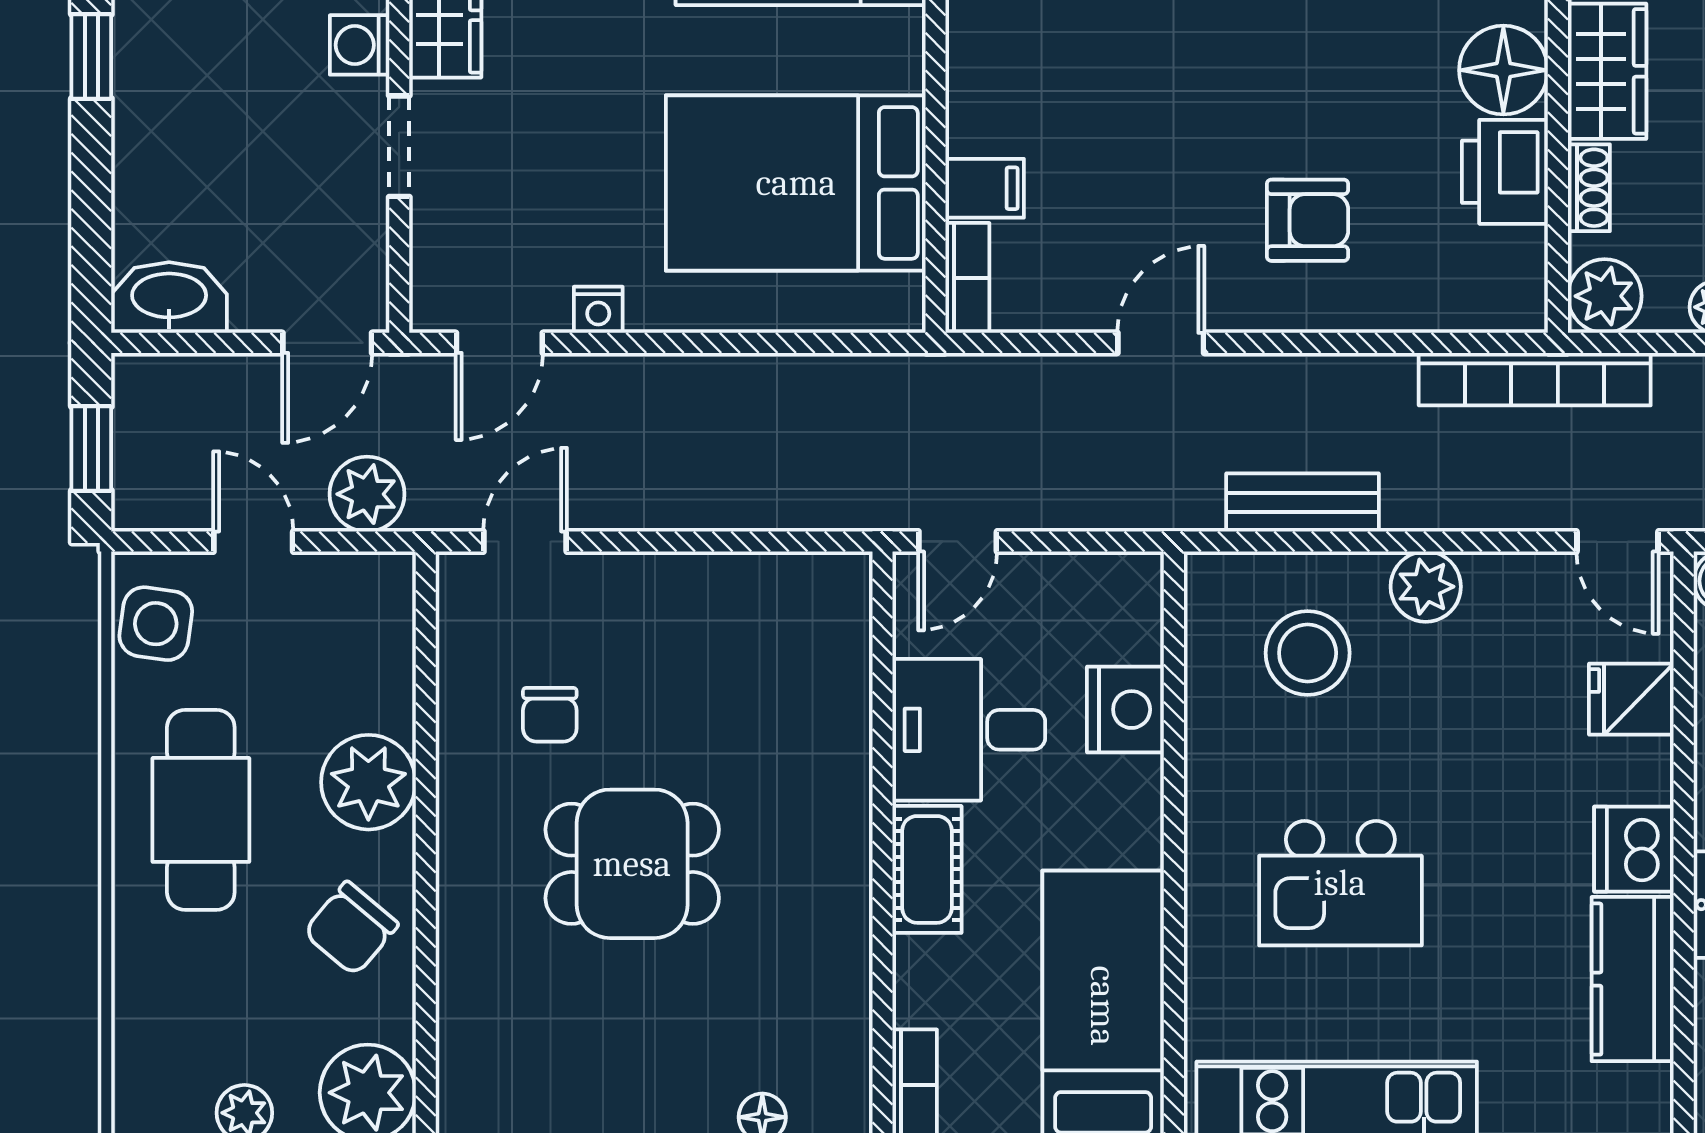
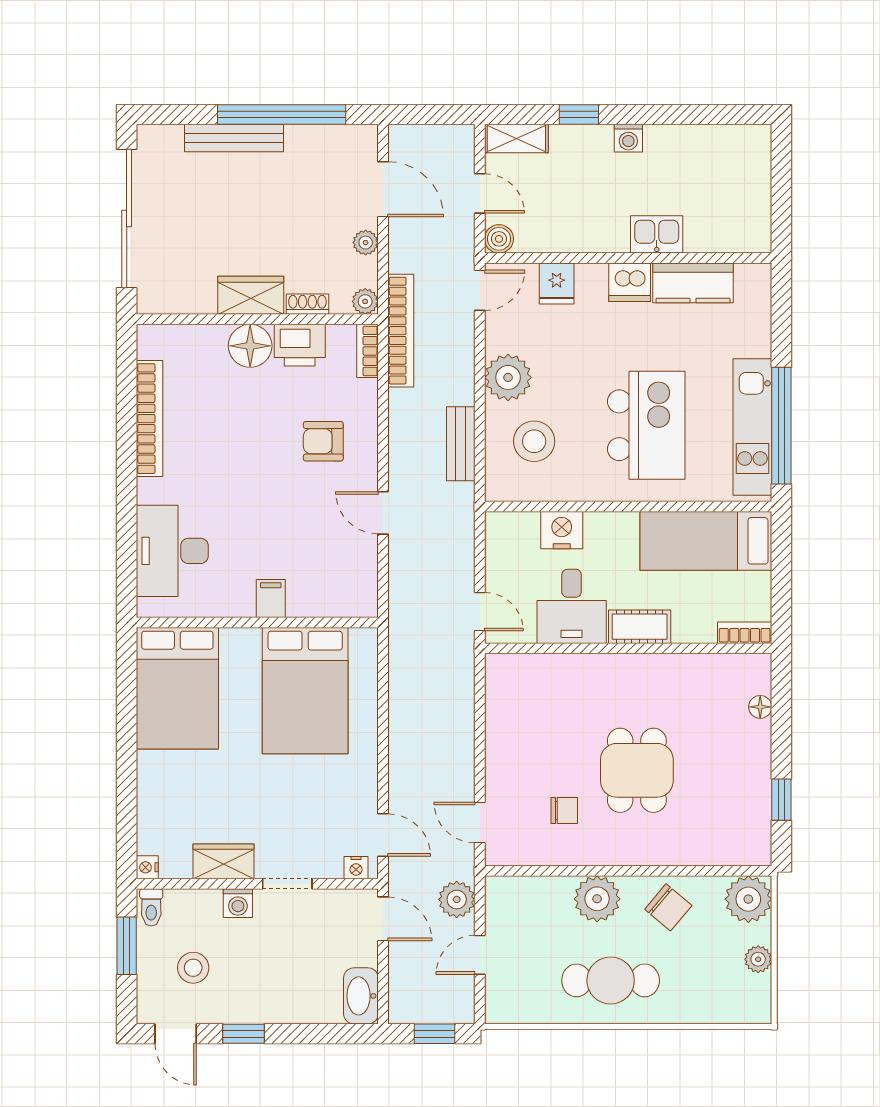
filing cabinet: (985, 188) -> (271, 599), moved
armchair: (1308, 220) -> (323, 441), turned -90
bookcase: (967, 278) -> (367, 351), moved, turned -90
plant: (1605, 296) -> (365, 301), width x0.73, depth x0.73
nightstand: (598, 310) -> (356, 868), moved, turned 90
plant: (1426, 587) -> (508, 377), width x1.36, depth x1.36
side table: (156, 624) -> (520, 1002), removed
kitchen island: (1340, 883) -> (646, 425), width x1.37, depth x1.28

